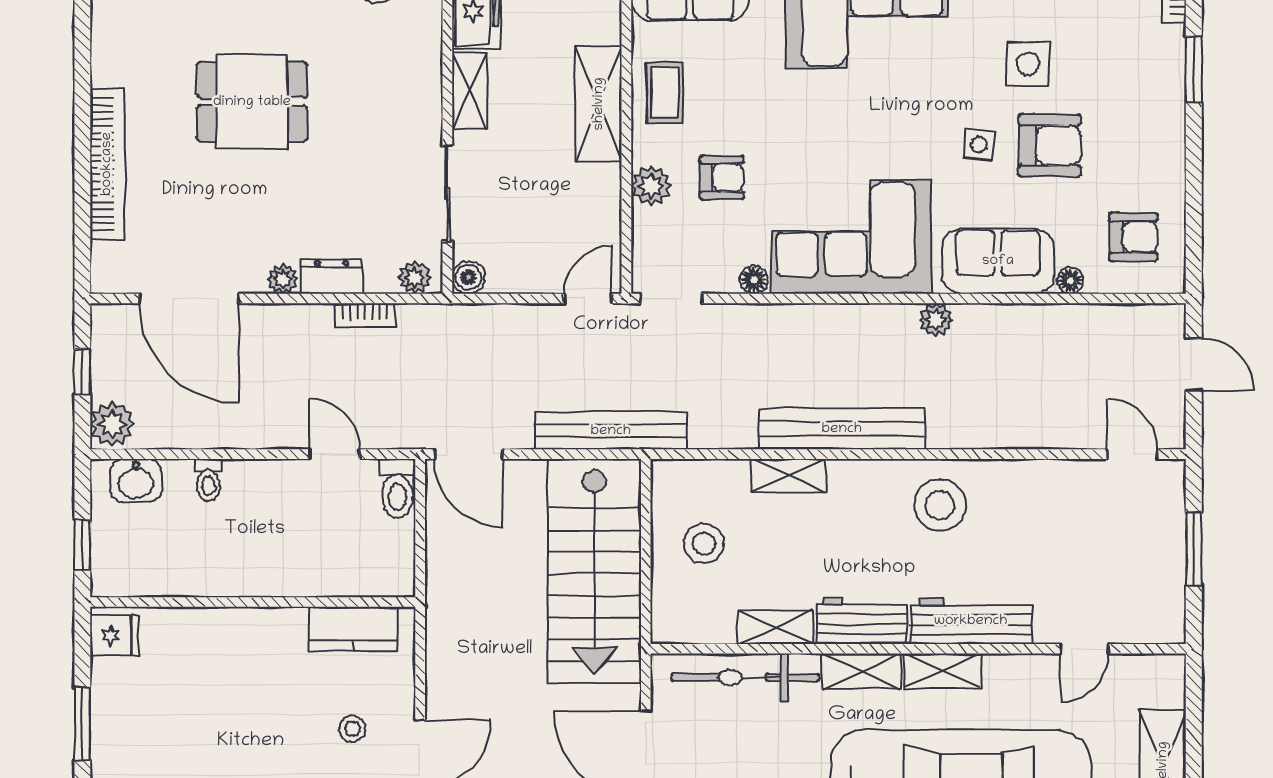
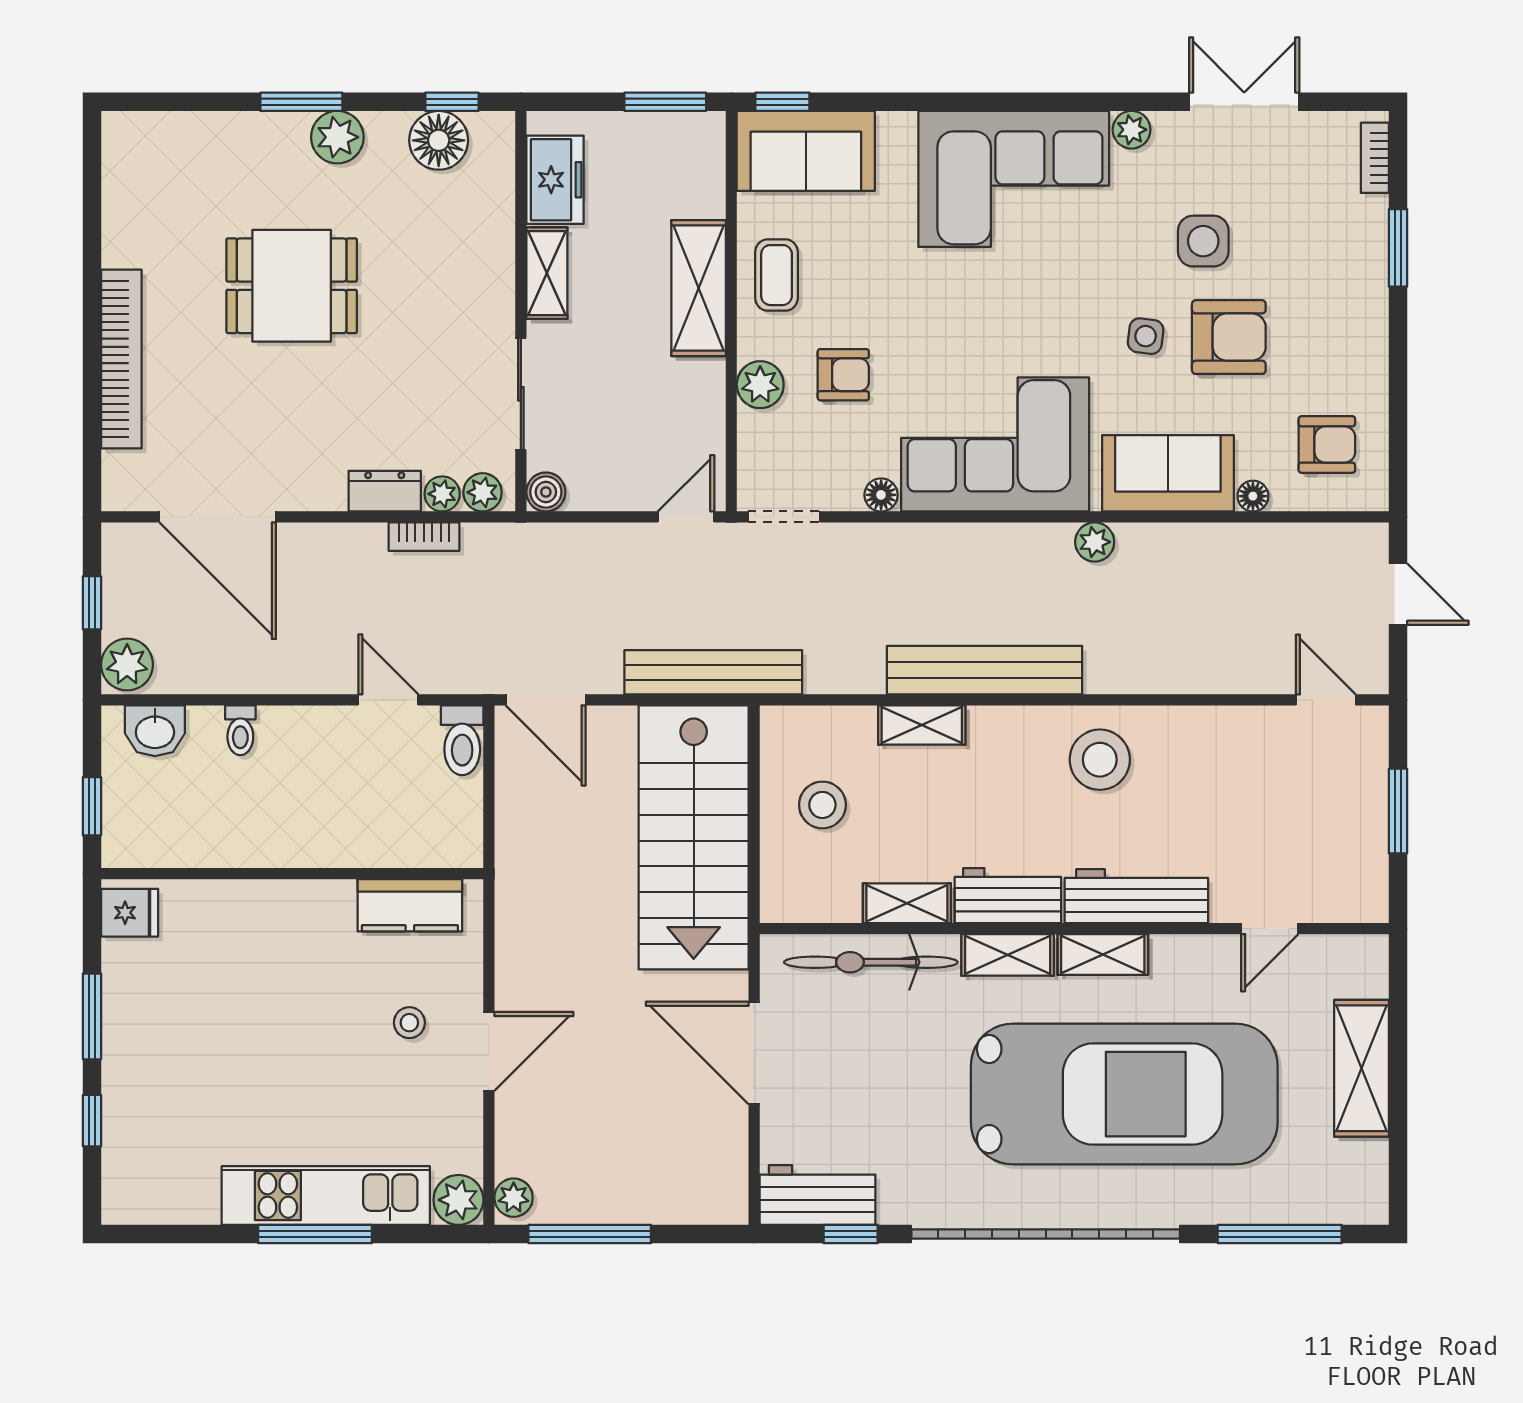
plant: (283, 279) -> (442, 494), moved

